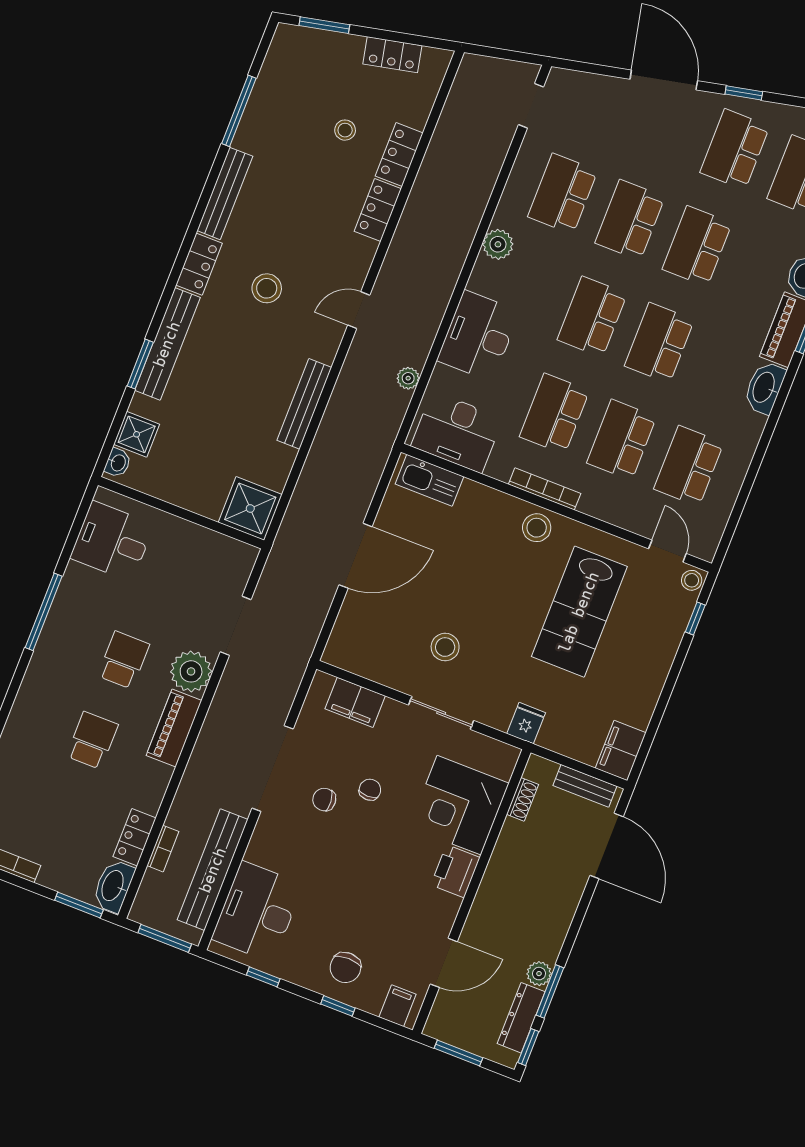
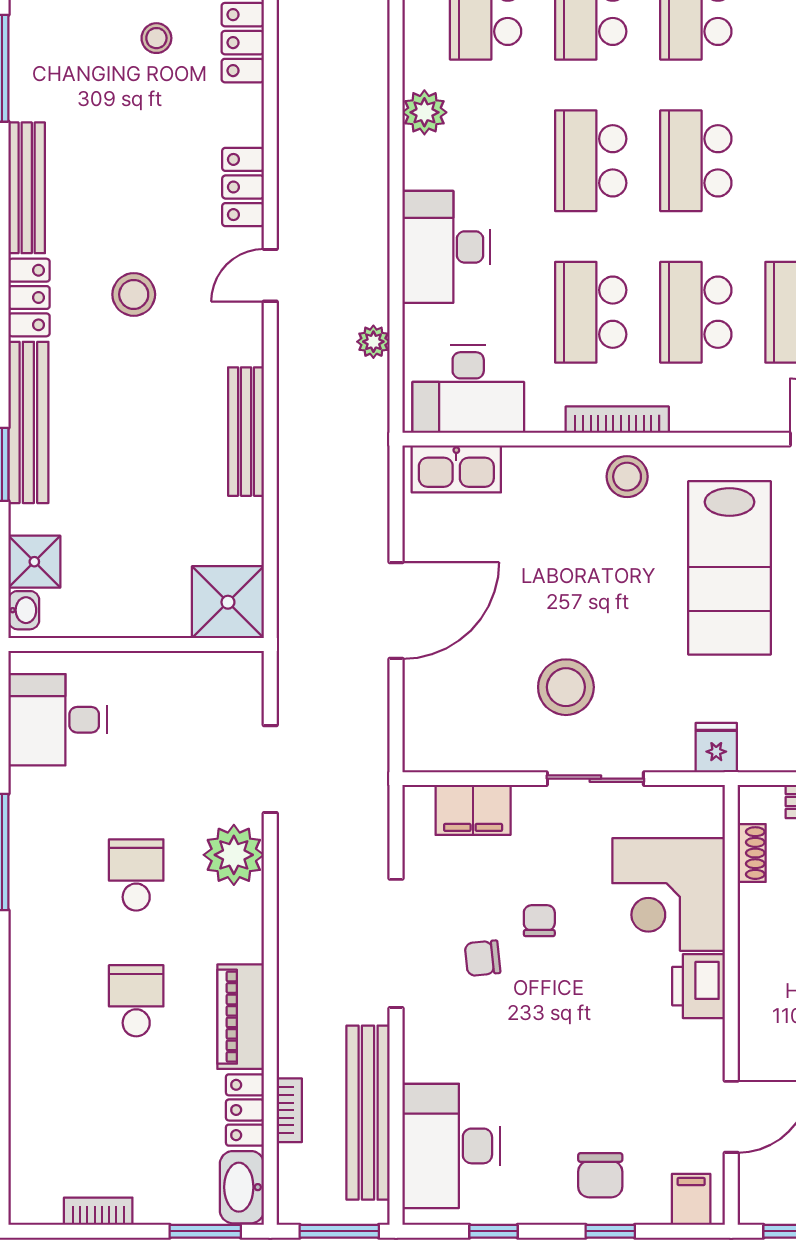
locker: (378, 210) -> (243, 187), moved
stool: (445, 647) -> (566, 687), width x1.38, depth x1.38
piano: (174, 728) -> (241, 1017), moved

